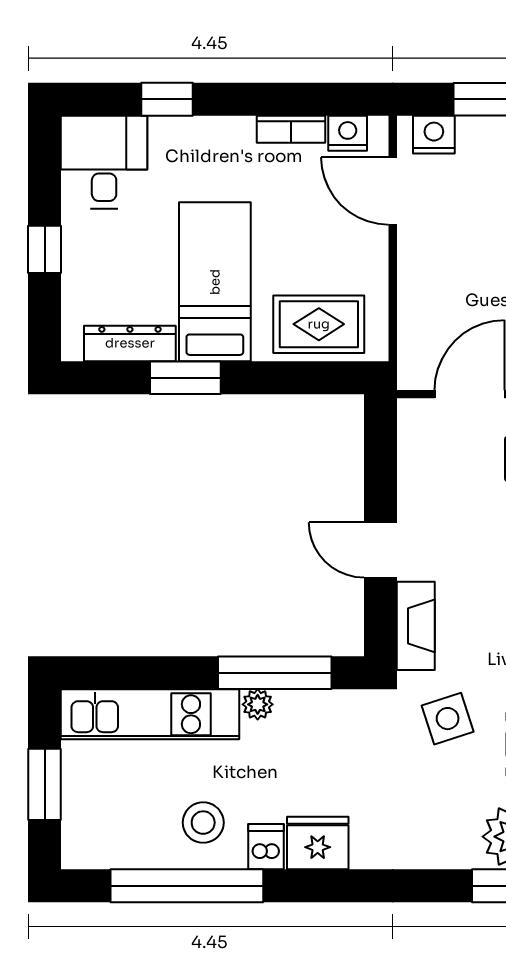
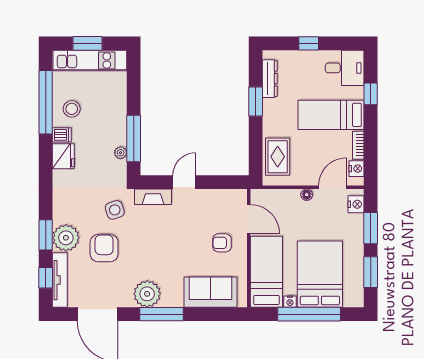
floor lamp: (411, 254) -> (307, 195), added
bed: (215, 282) -> (331, 115), moved, turned 180
plant: (258, 704) -> (121, 153), moved
kitchen unit: (150, 714) -> (90, 60), moved, turned -90

